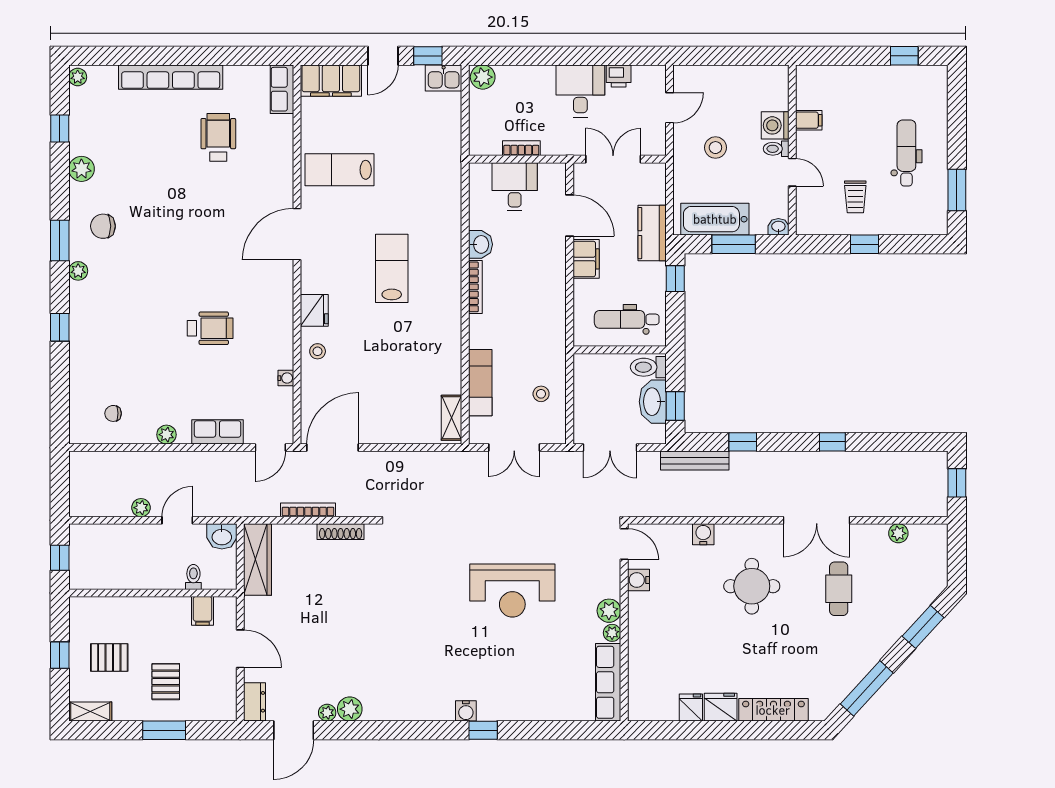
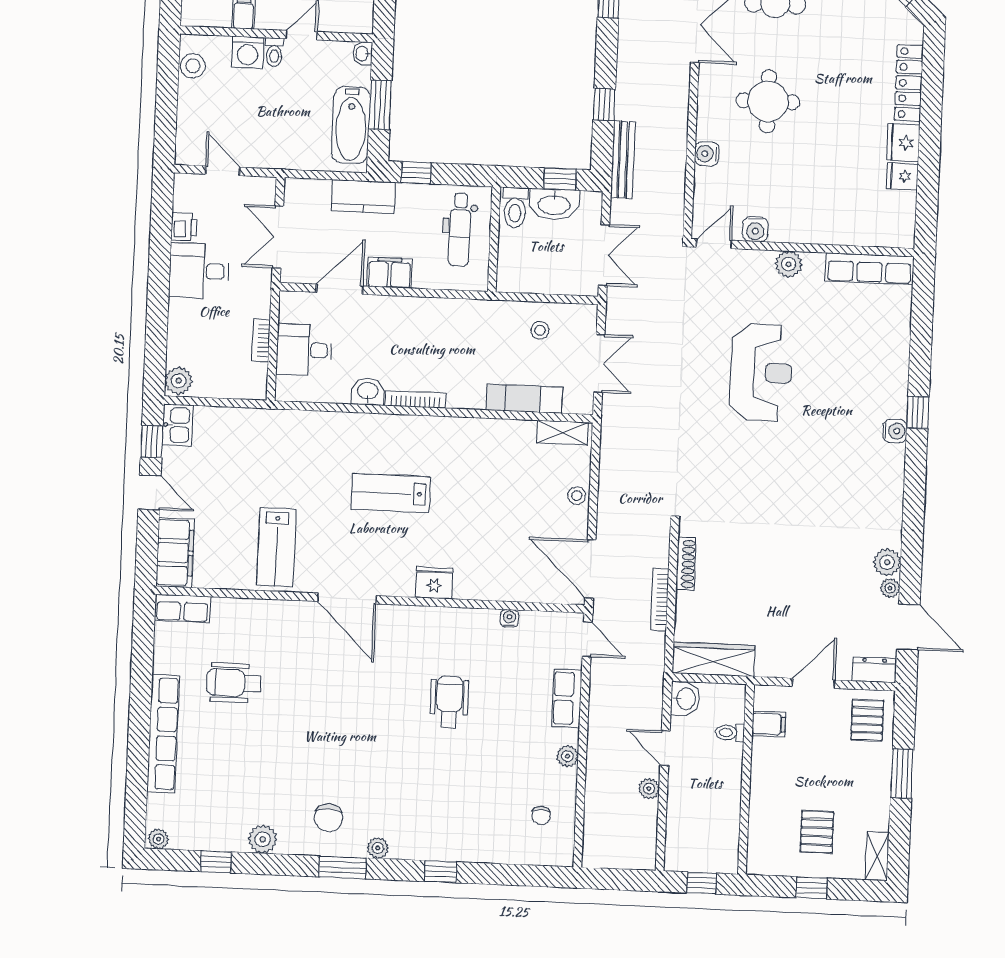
stool: (715, 148) -> (193, 66), moved
stool: (318, 351) -> (577, 496), moved
plant: (612, 633) -> (814, 262), removed
pallet: (166, 682) -> (867, 720), moved, turned 90

